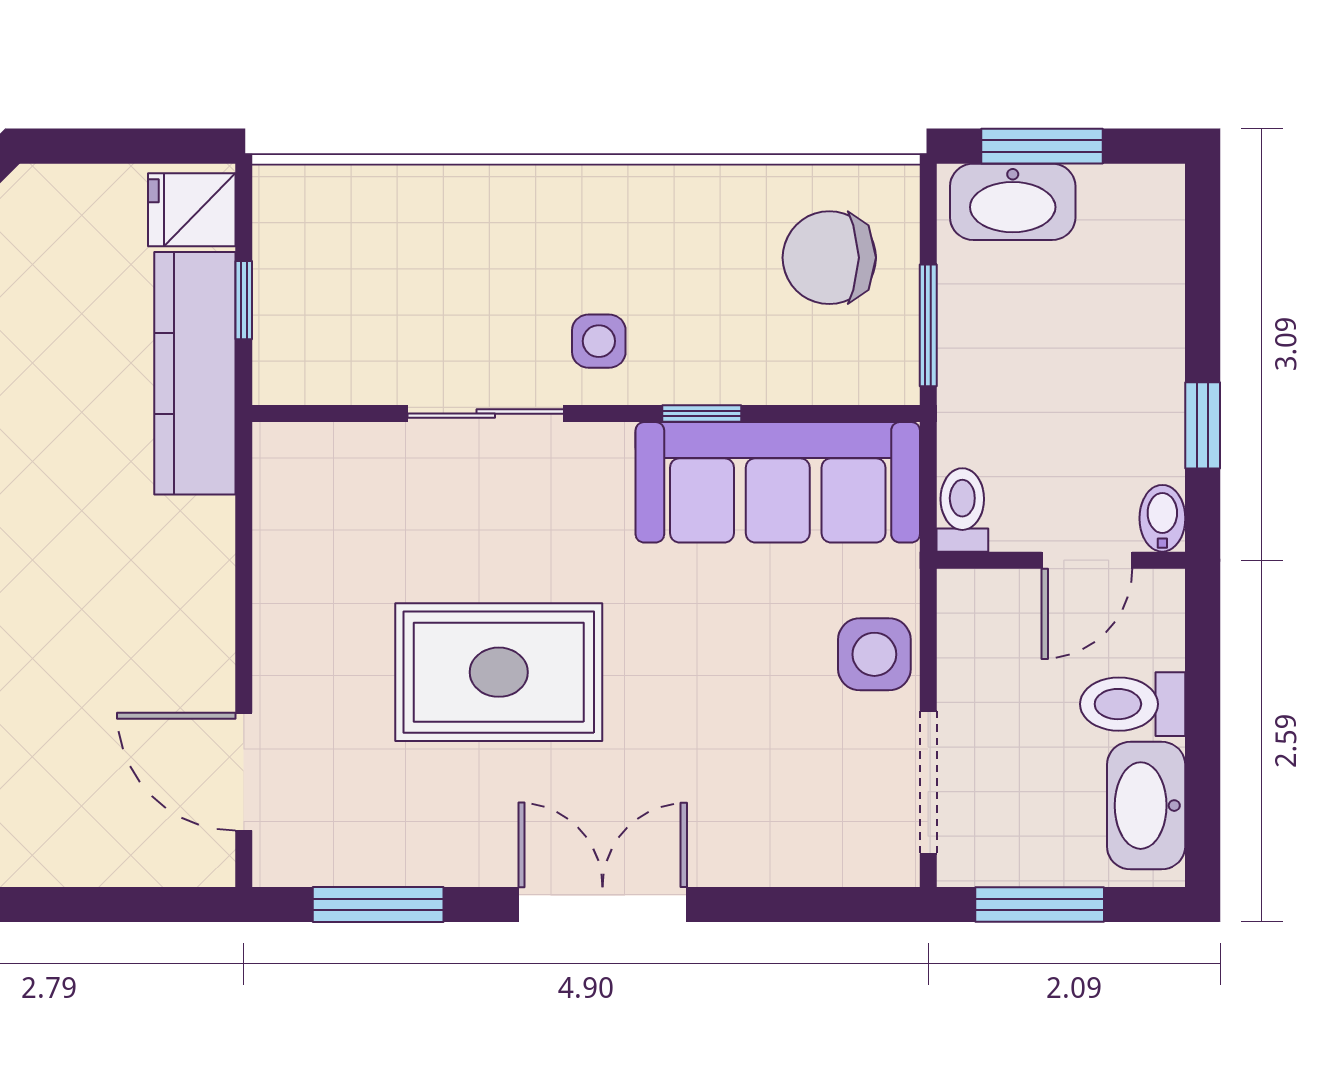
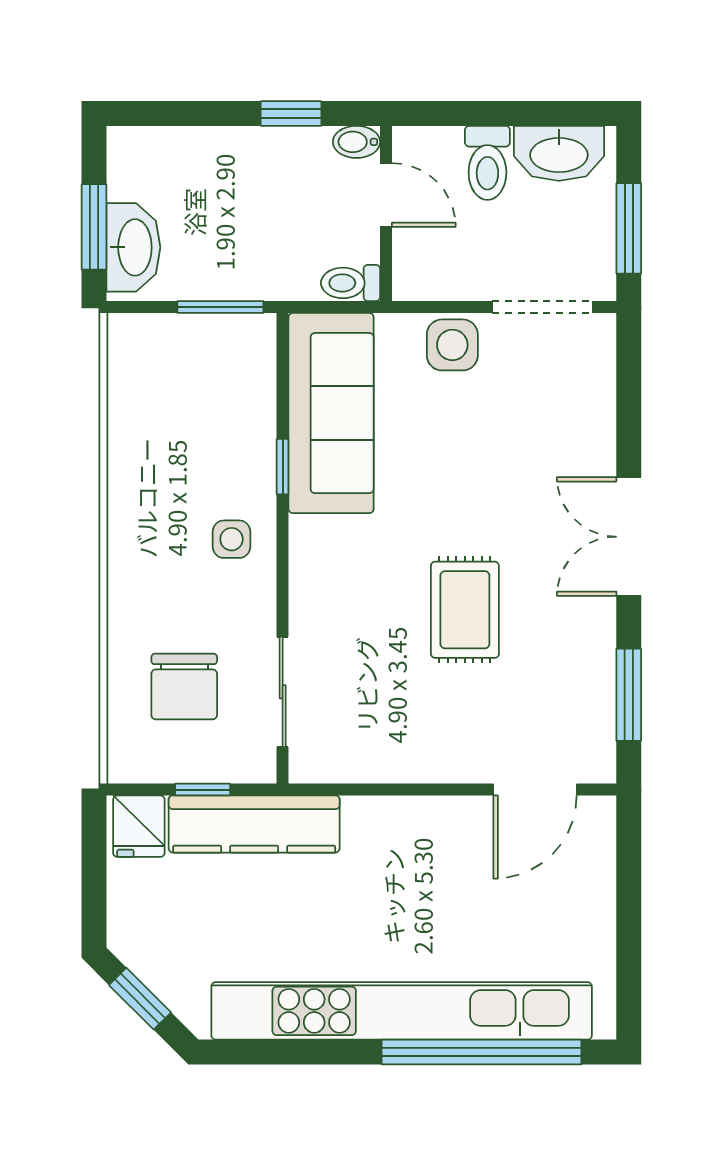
chair: (829, 258) -> (184, 687), moved
sliding door: (486, 414) -> (283, 692), moved
rug: (499, 672) -> (465, 610), width x0.73, depth x0.70

